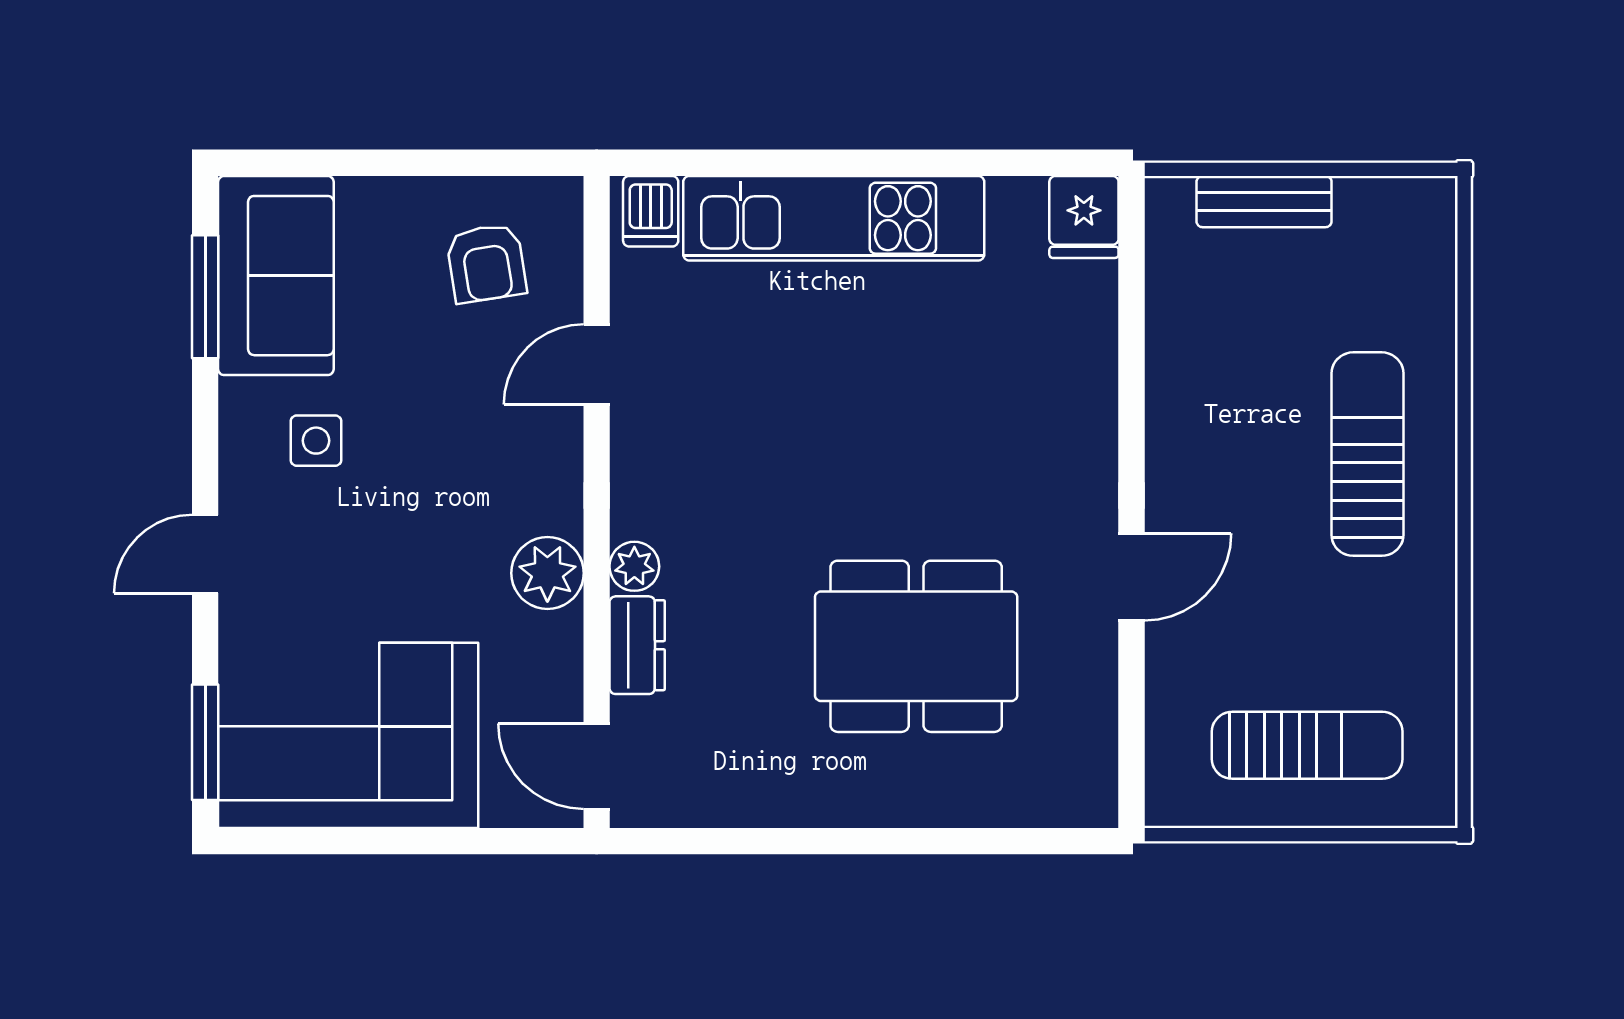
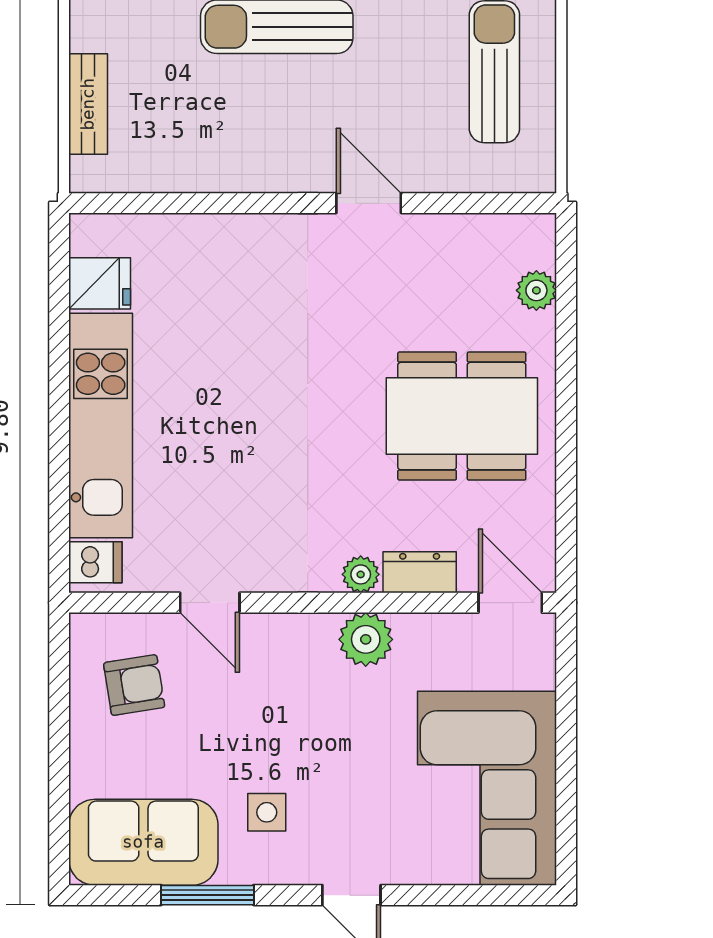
fridge: (1084, 217) -> (100, 283), moved
window: (205, 297) -> (207, 895), moved
dining table: (916, 646) -> (462, 416), moved, turned 90
window: (205, 742) -> (492, 895), removed
door: (597, 766) -> (510, 603), swing flipped
plant: (1014, 802) -> (536, 290), added

